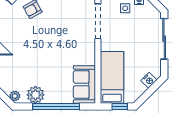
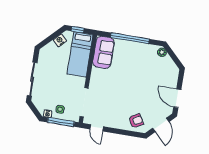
nightstand: (149, 80) -> (60, 40), moved
plant: (35, 95) -> (145, 50), removed

